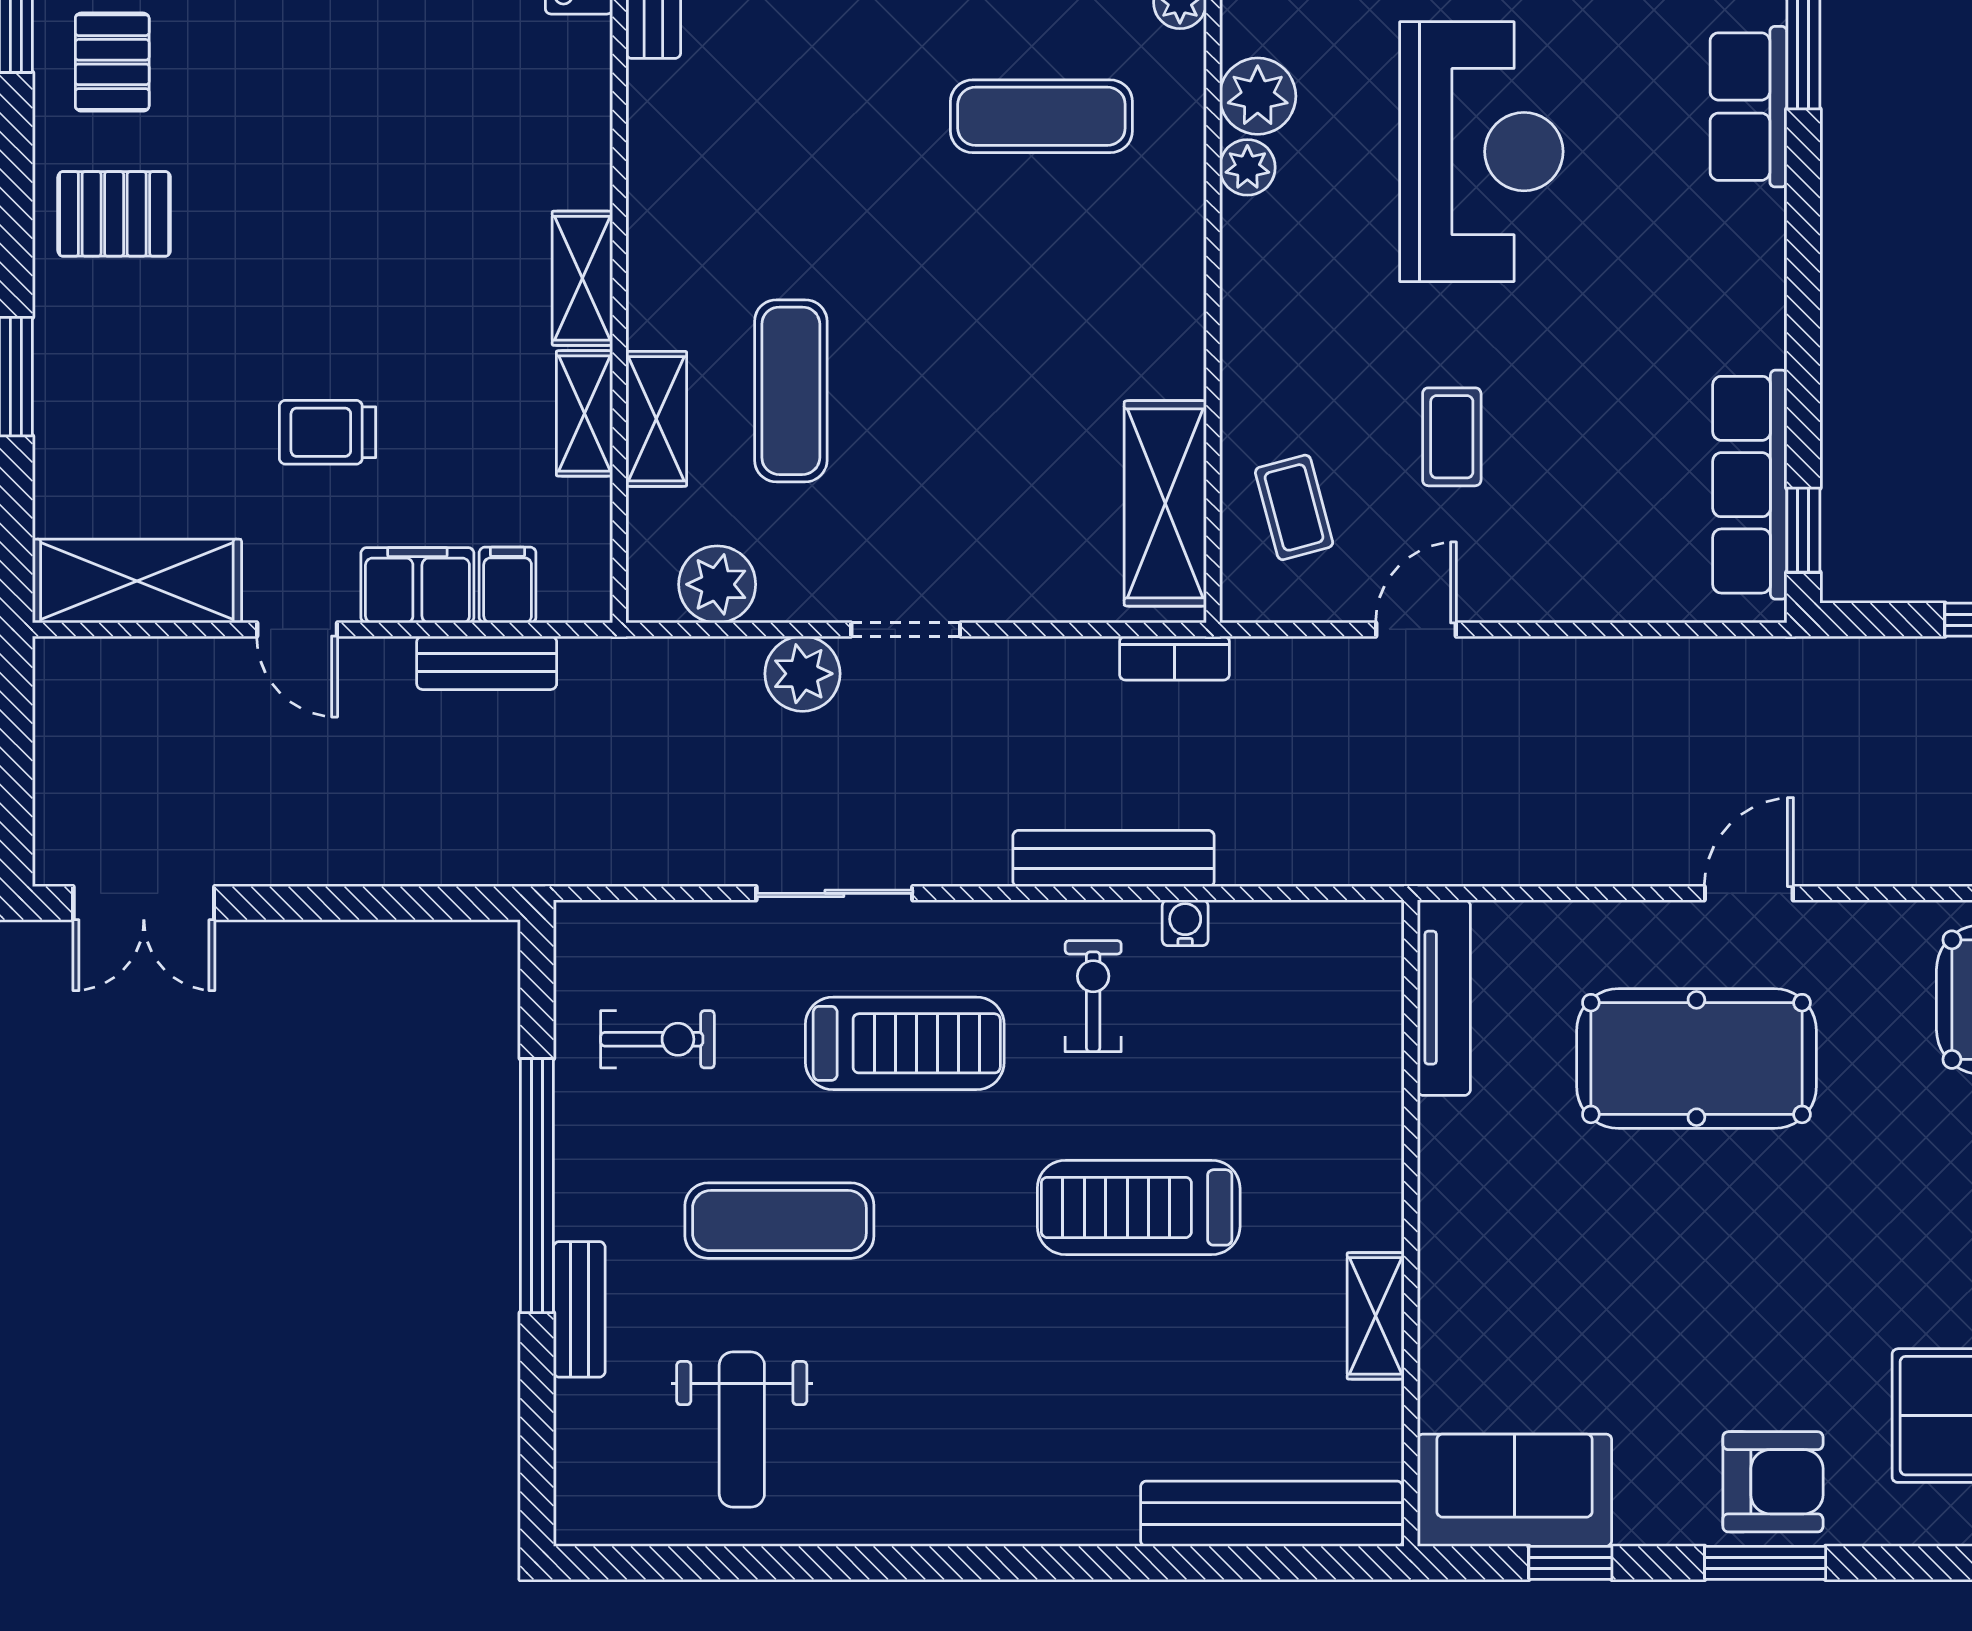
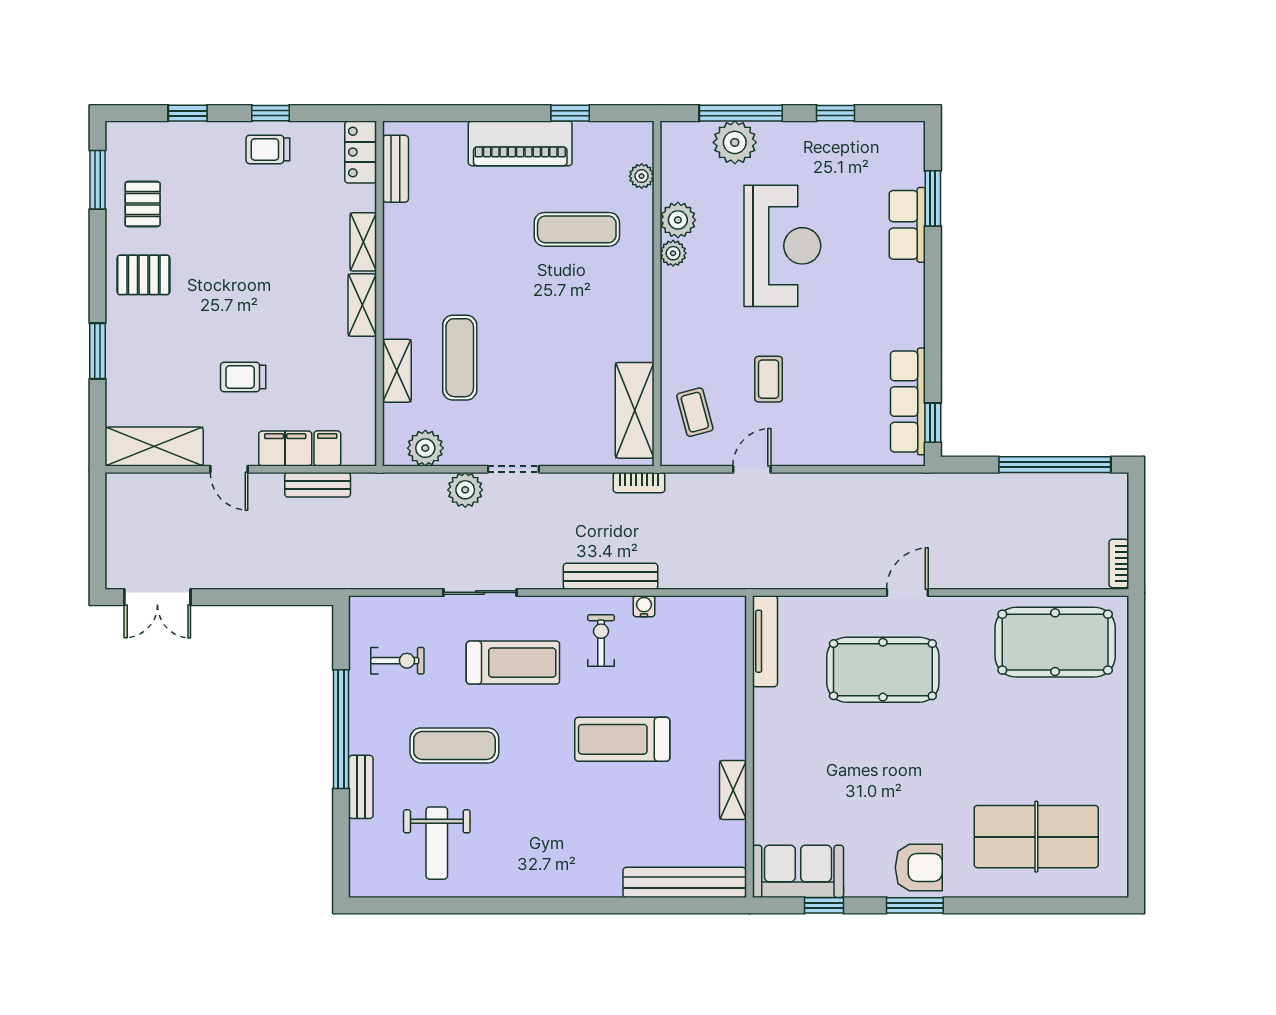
shelving: (585, 413) -> (363, 242), moved

